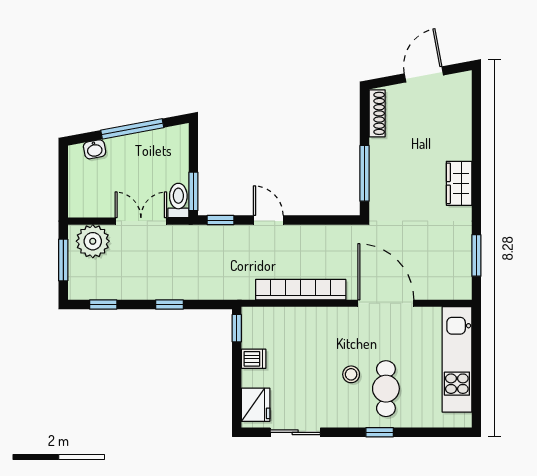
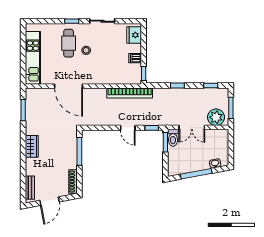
bench: (463, 101) -> (30, 188), added
bookcase: (301, 290) -> (130, 93), moved
sliding door: (295, 432) -> (102, 21), moved

